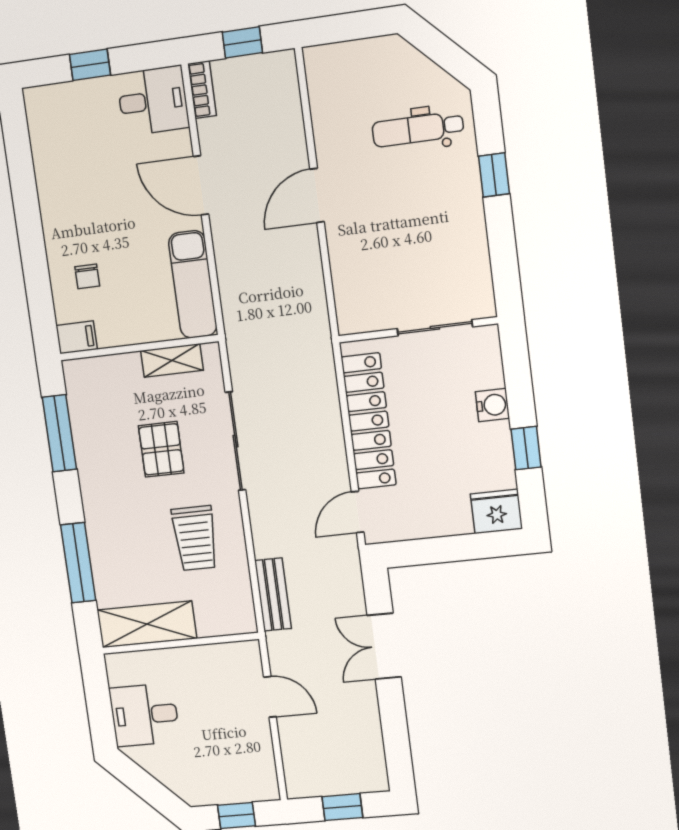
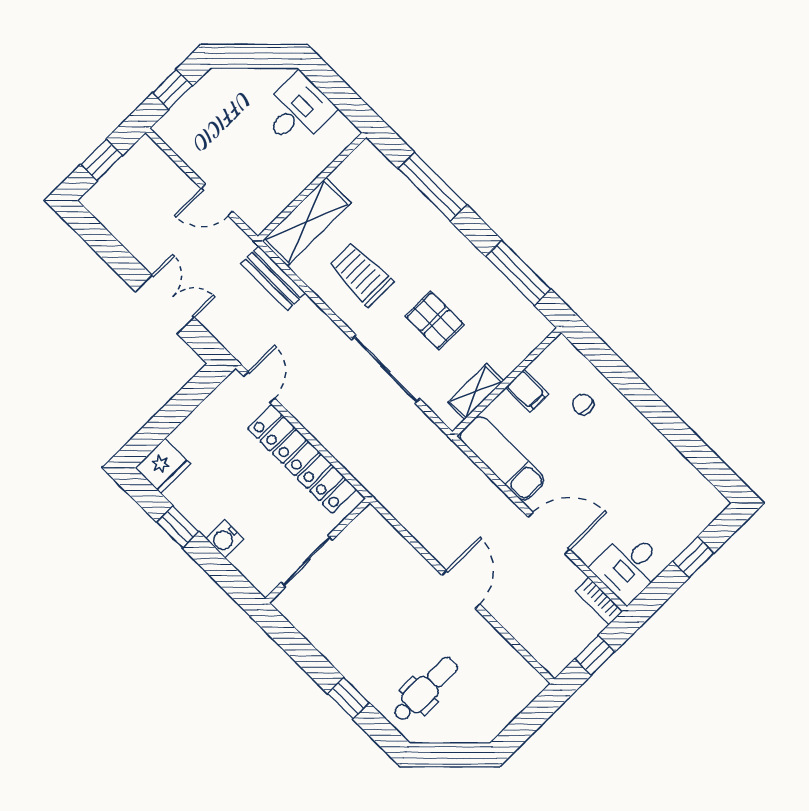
filing cabinet: (77, 337) -> (527, 391), moved, turned -90
shelving: (147, 624) -> (306, 222), moved

